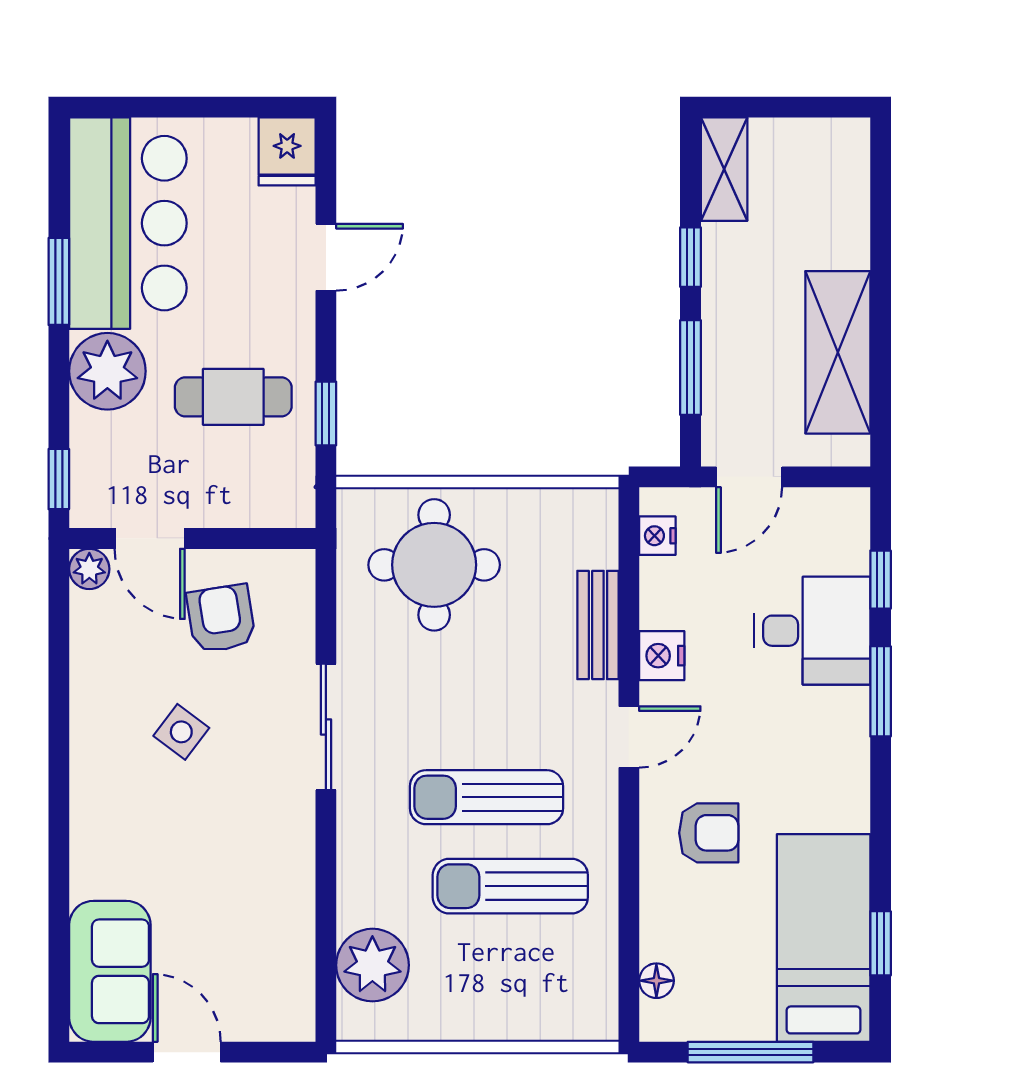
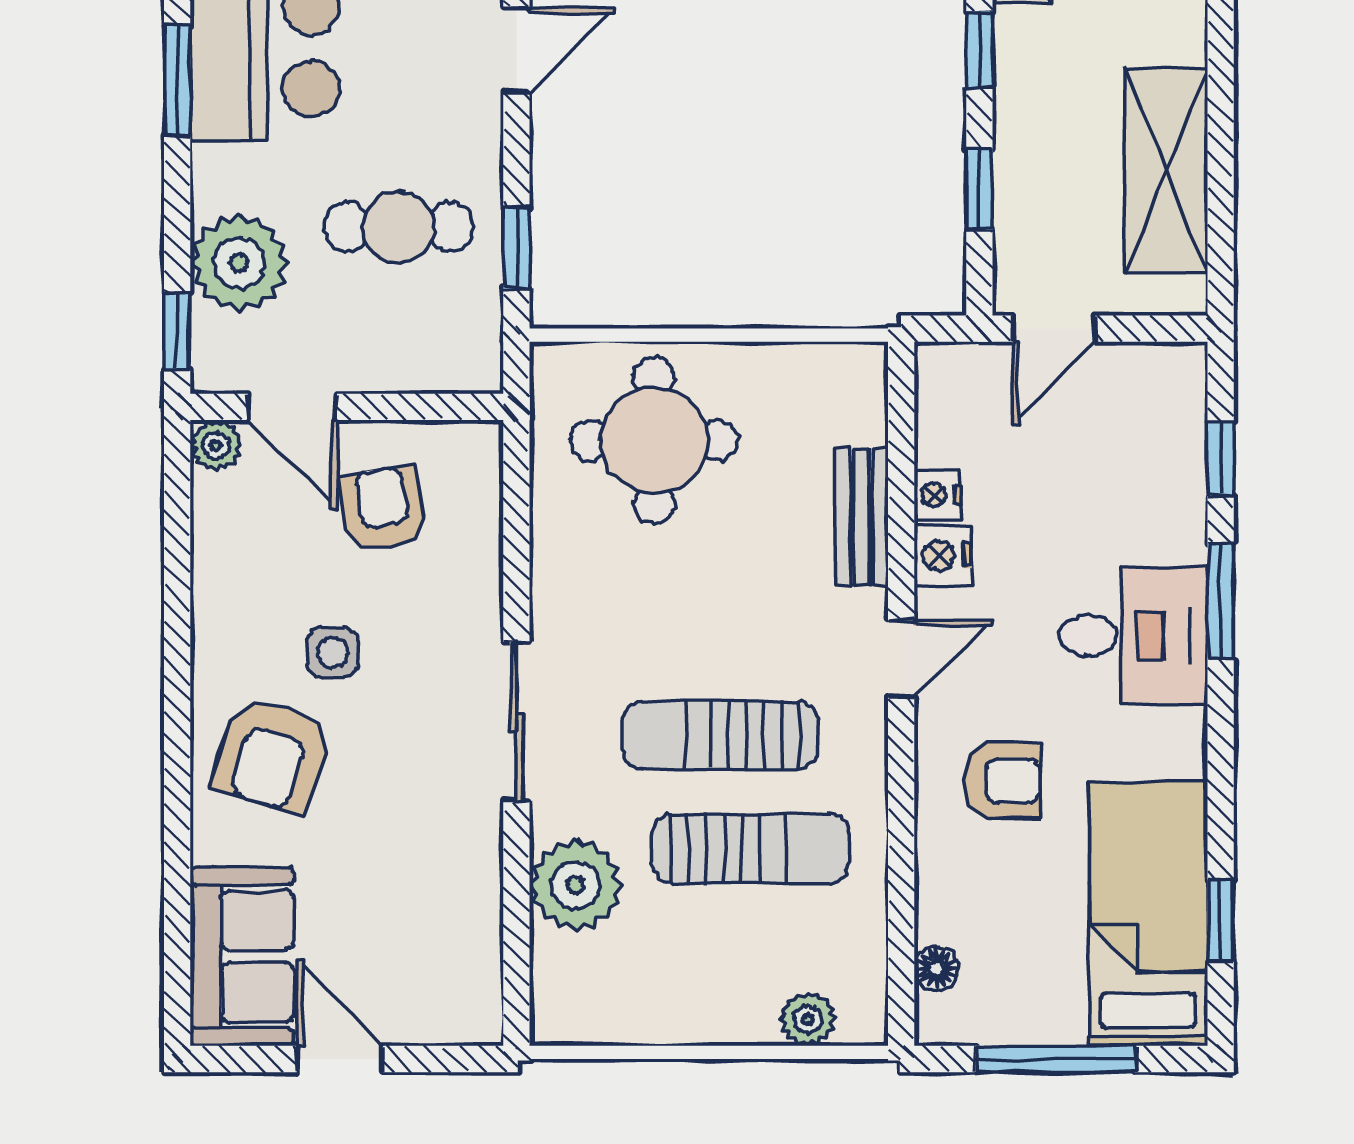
window: (691, 367) -> (979, 190), width x0.67
plant: (107, 371) -> (239, 263), moved
nightstand: (657, 536) -> (937, 495), moved
desk: (812, 631) -> (1134, 635), moved
sliding door: (326, 727) -> (516, 722), moved
side table: (181, 732) -> (333, 652), turned -37
armchair: (134, 812) -> (272, 755), added
sun lounger: (510, 886) -> (751, 848), turned 180
plant: (372, 965) -> (576, 885), moved
plant: (555, 1021) -> (808, 1019), added

